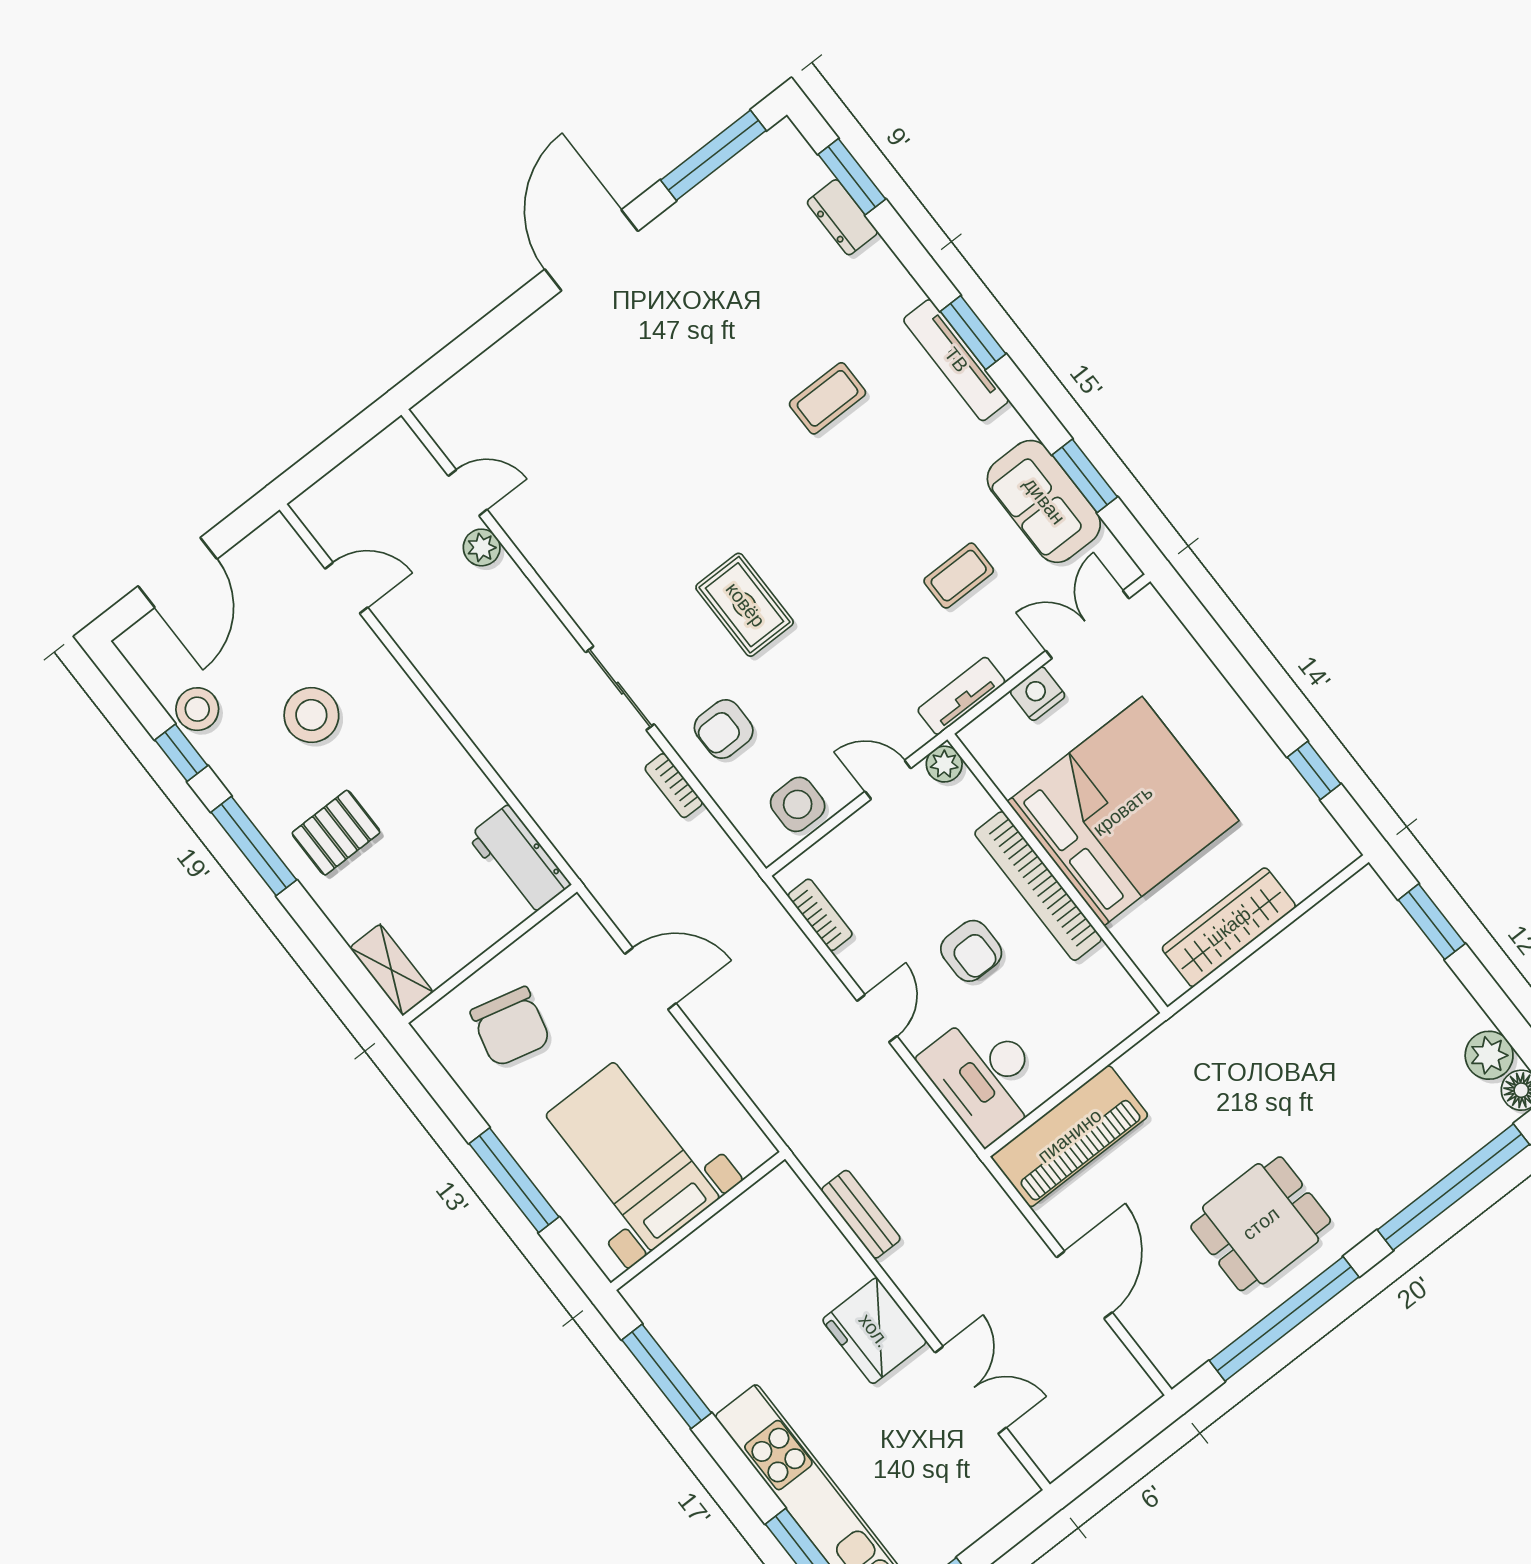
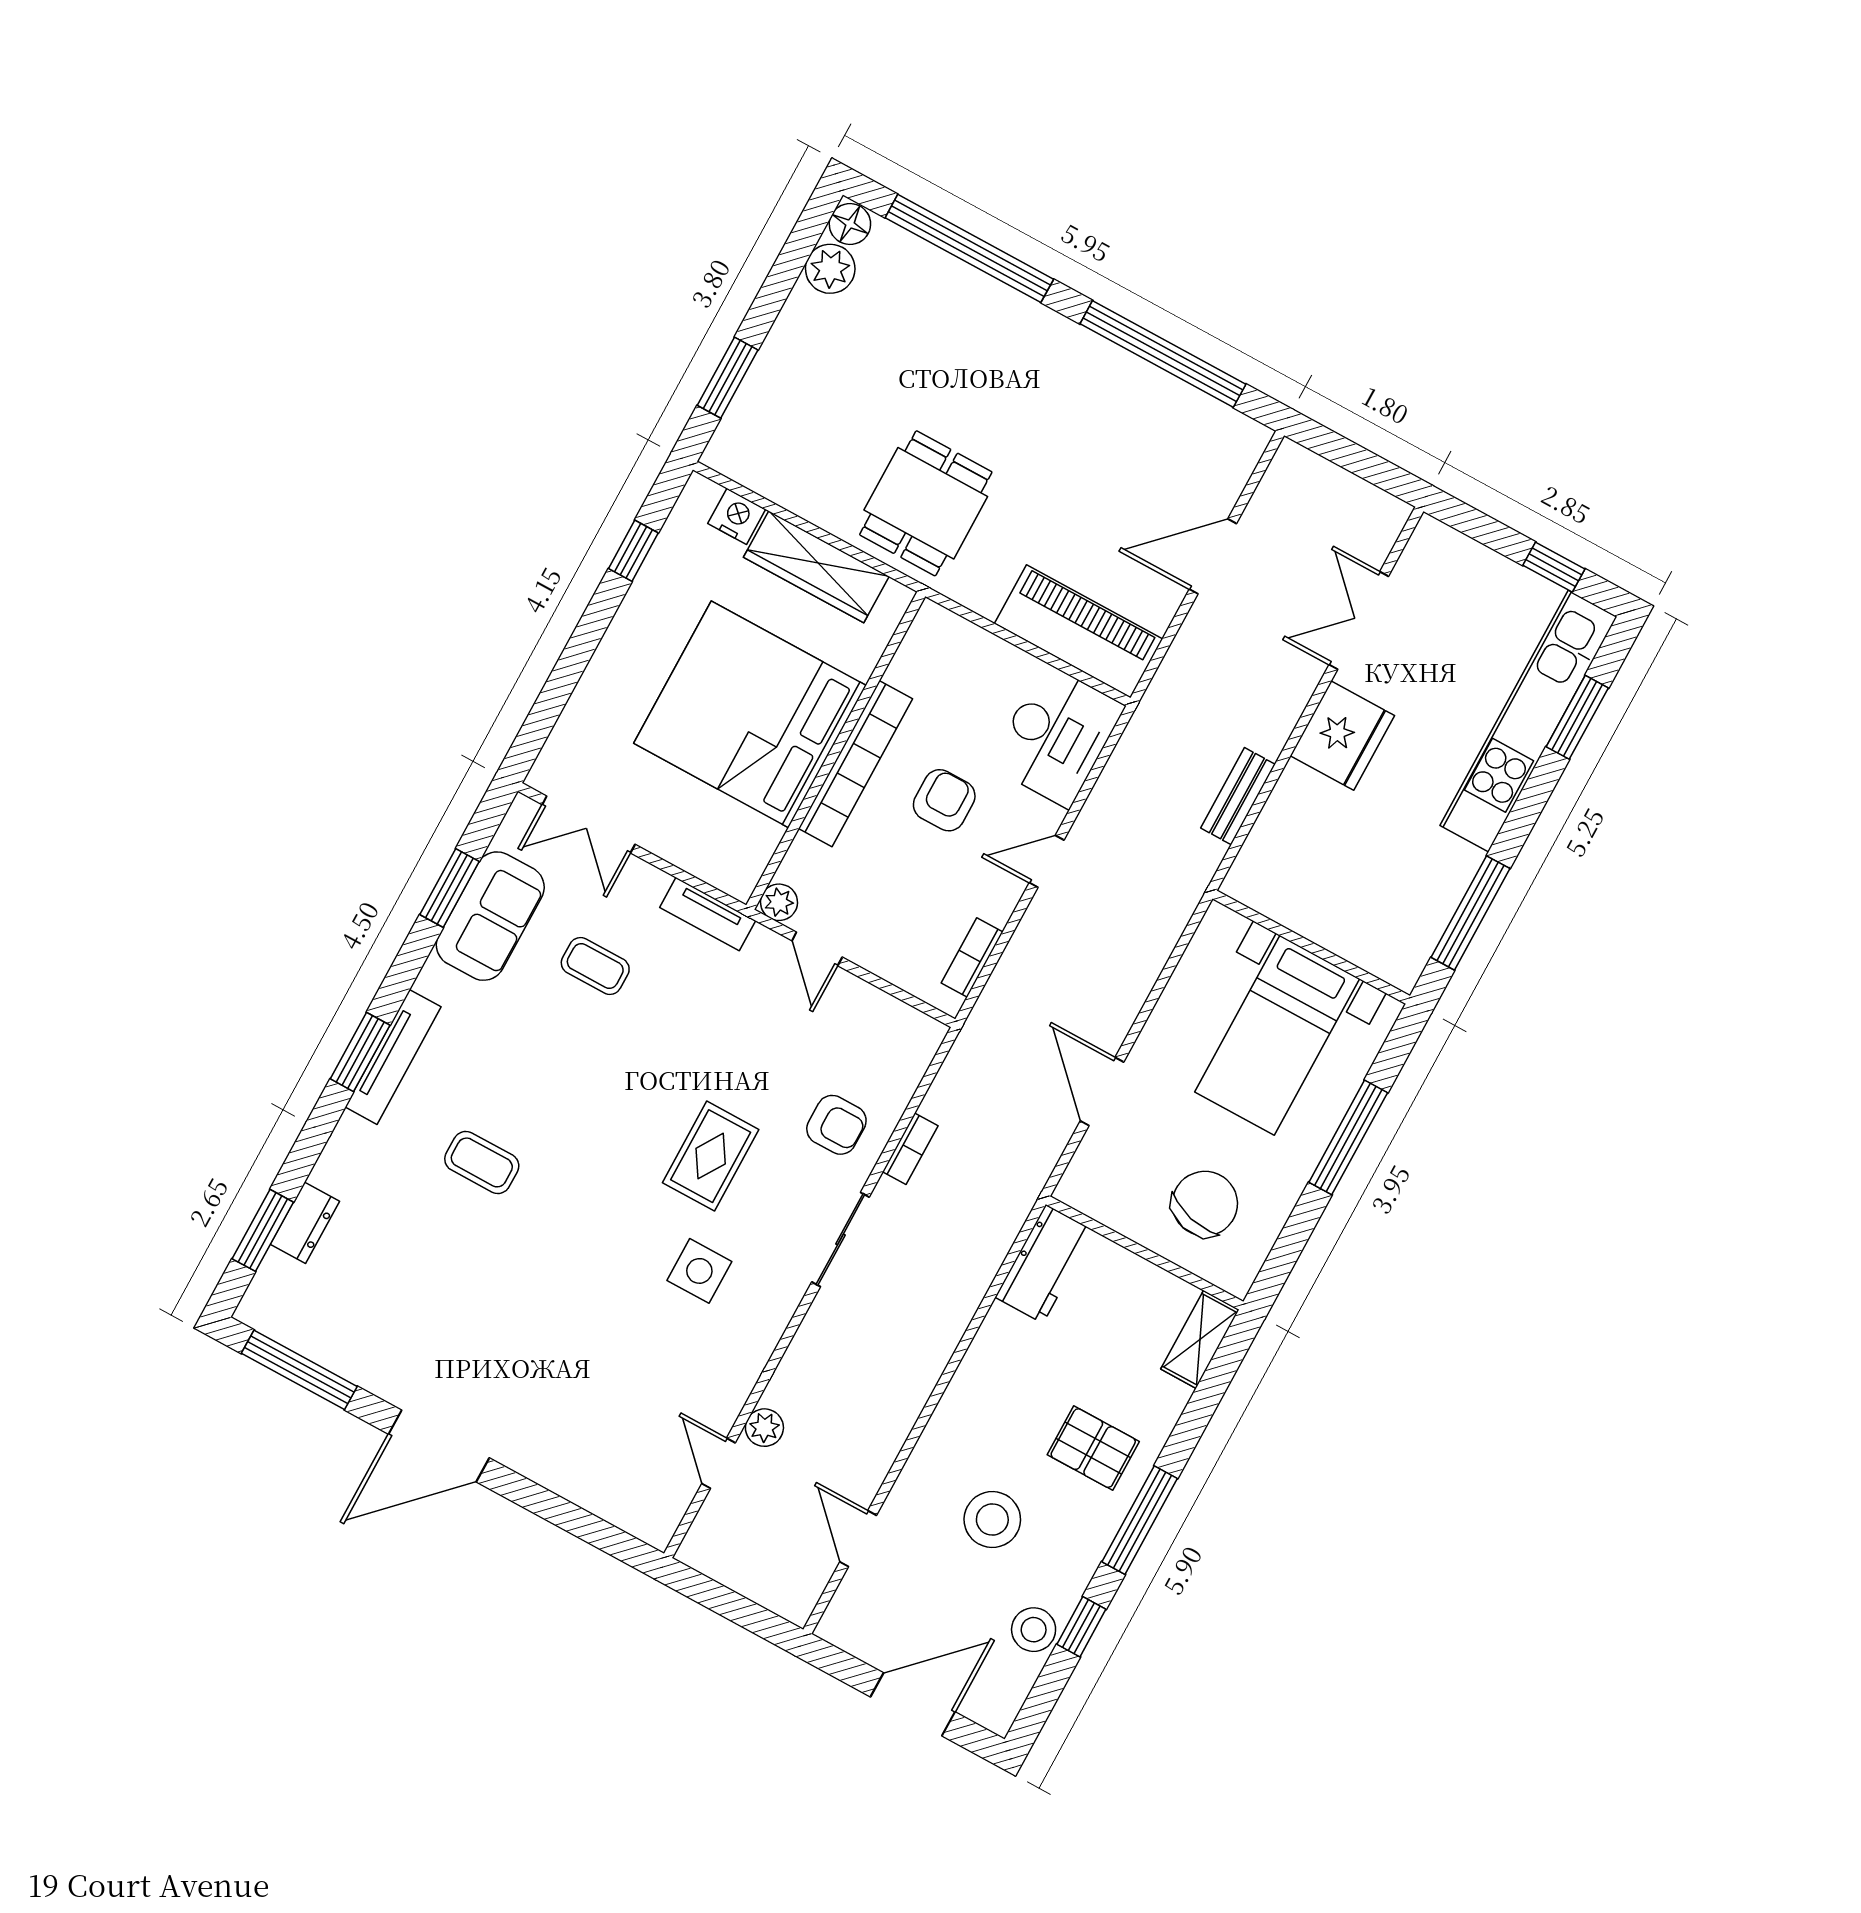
nightstand: (1038, 694) -> (737, 516), moved, turned 180
side table: (798, 804) -> (699, 1271), moved
dining table: (1261, 1224) -> (926, 503), moved, turned 90

